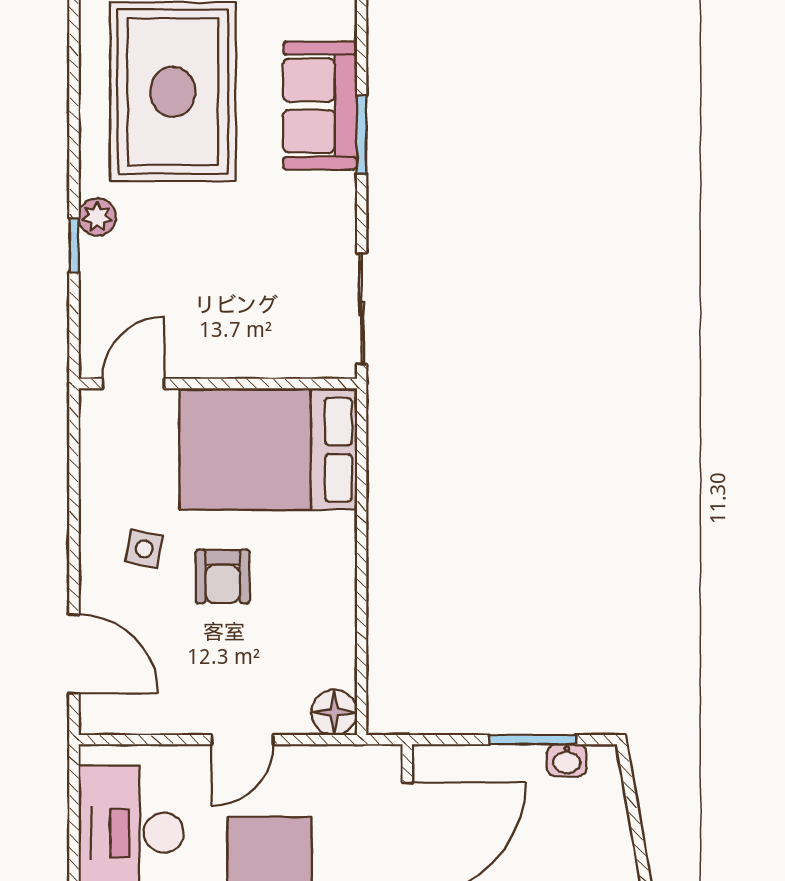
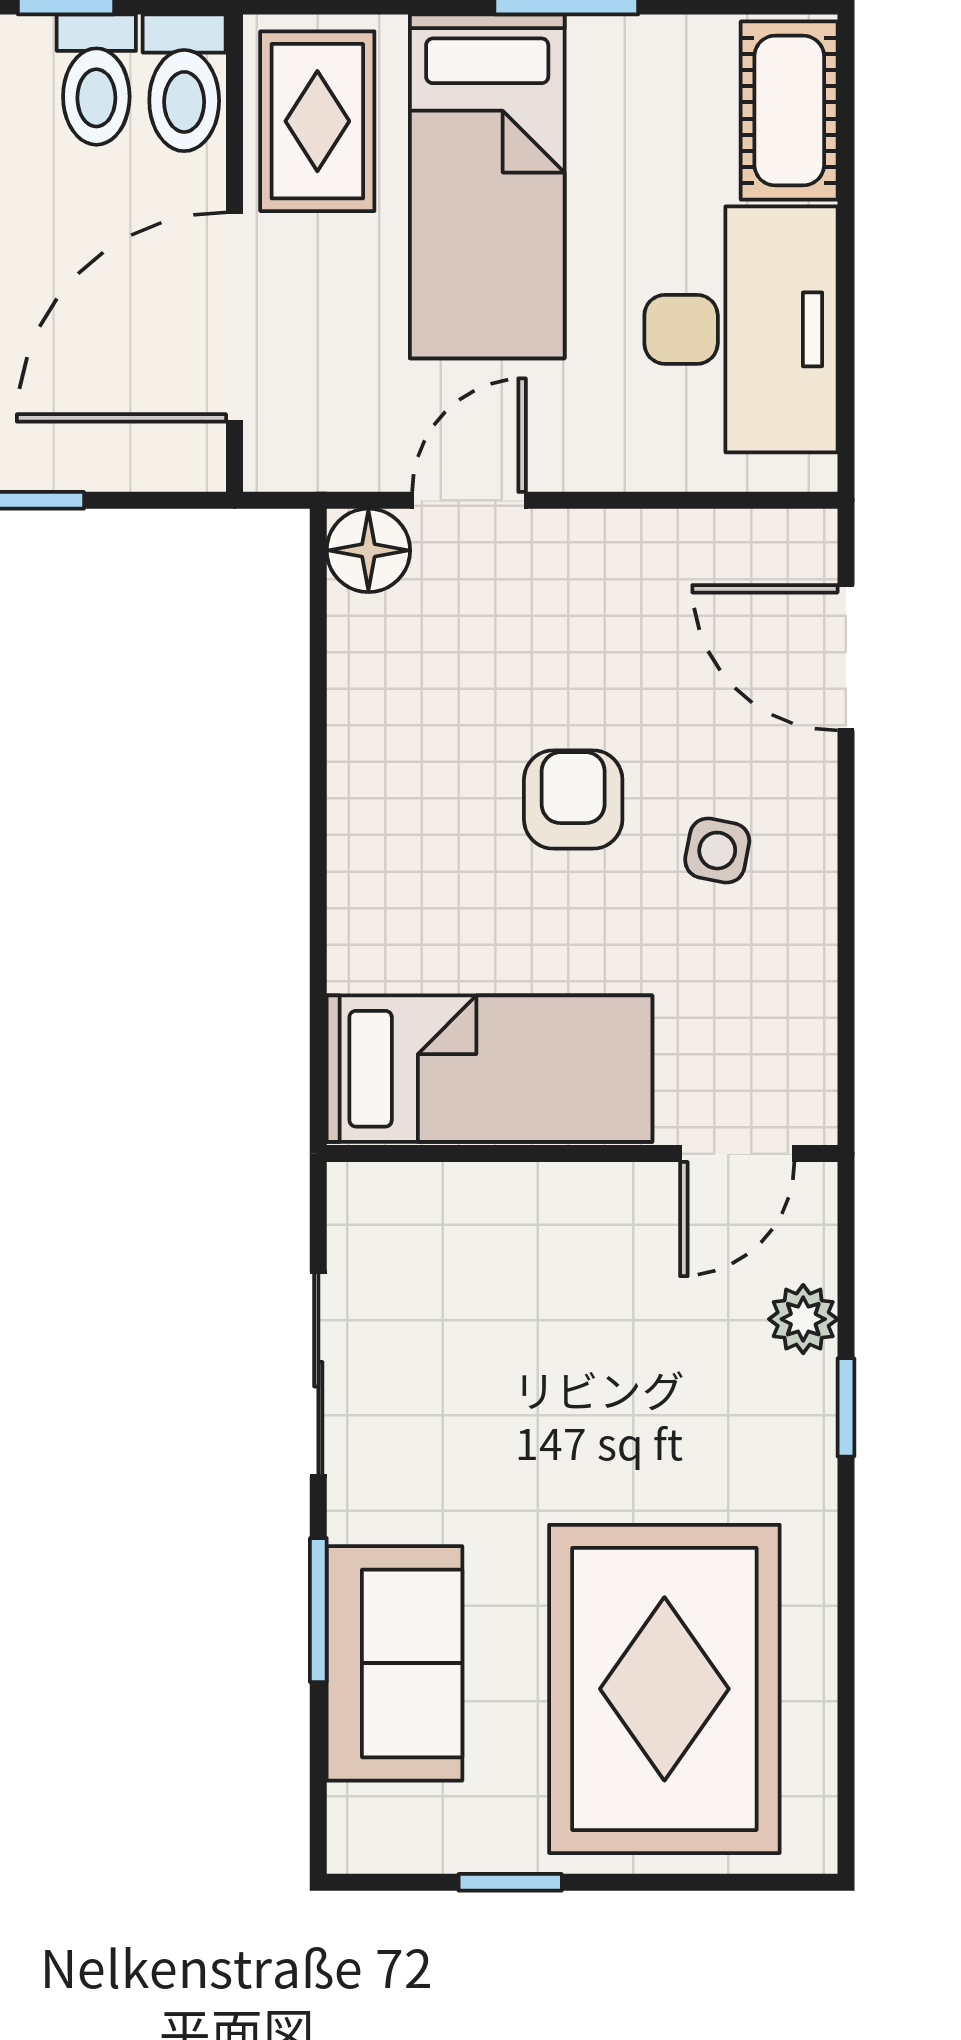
plant: (97, 217) -> (803, 1319), moved
sliding door: (362, 309) -> (318, 1374), moved
bed: (268, 450) -> (489, 1069), width x0.67
door: (243, 740) -> (469, 500), moved

